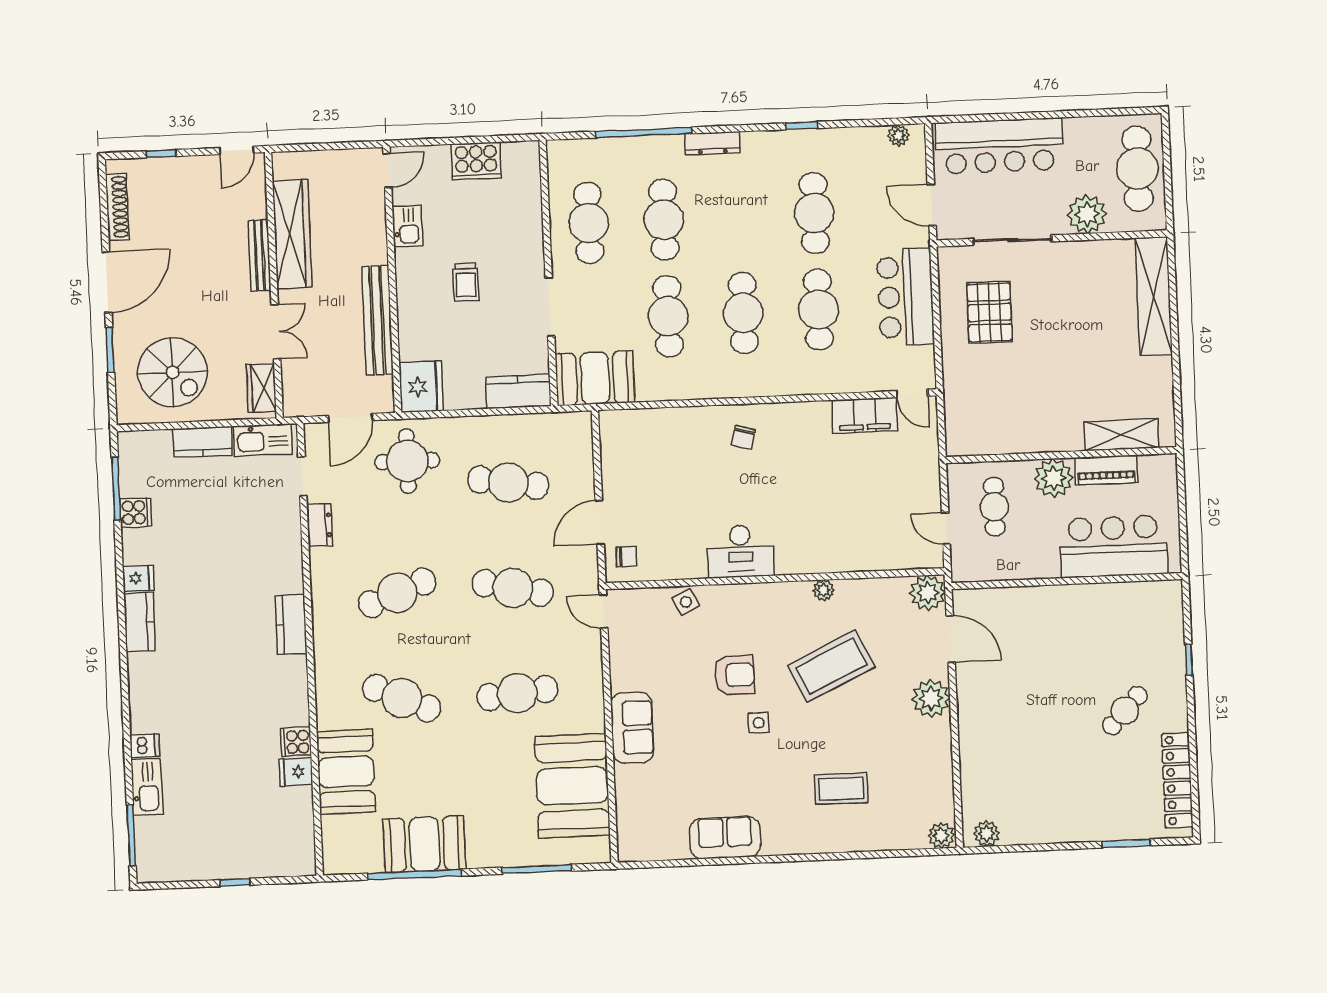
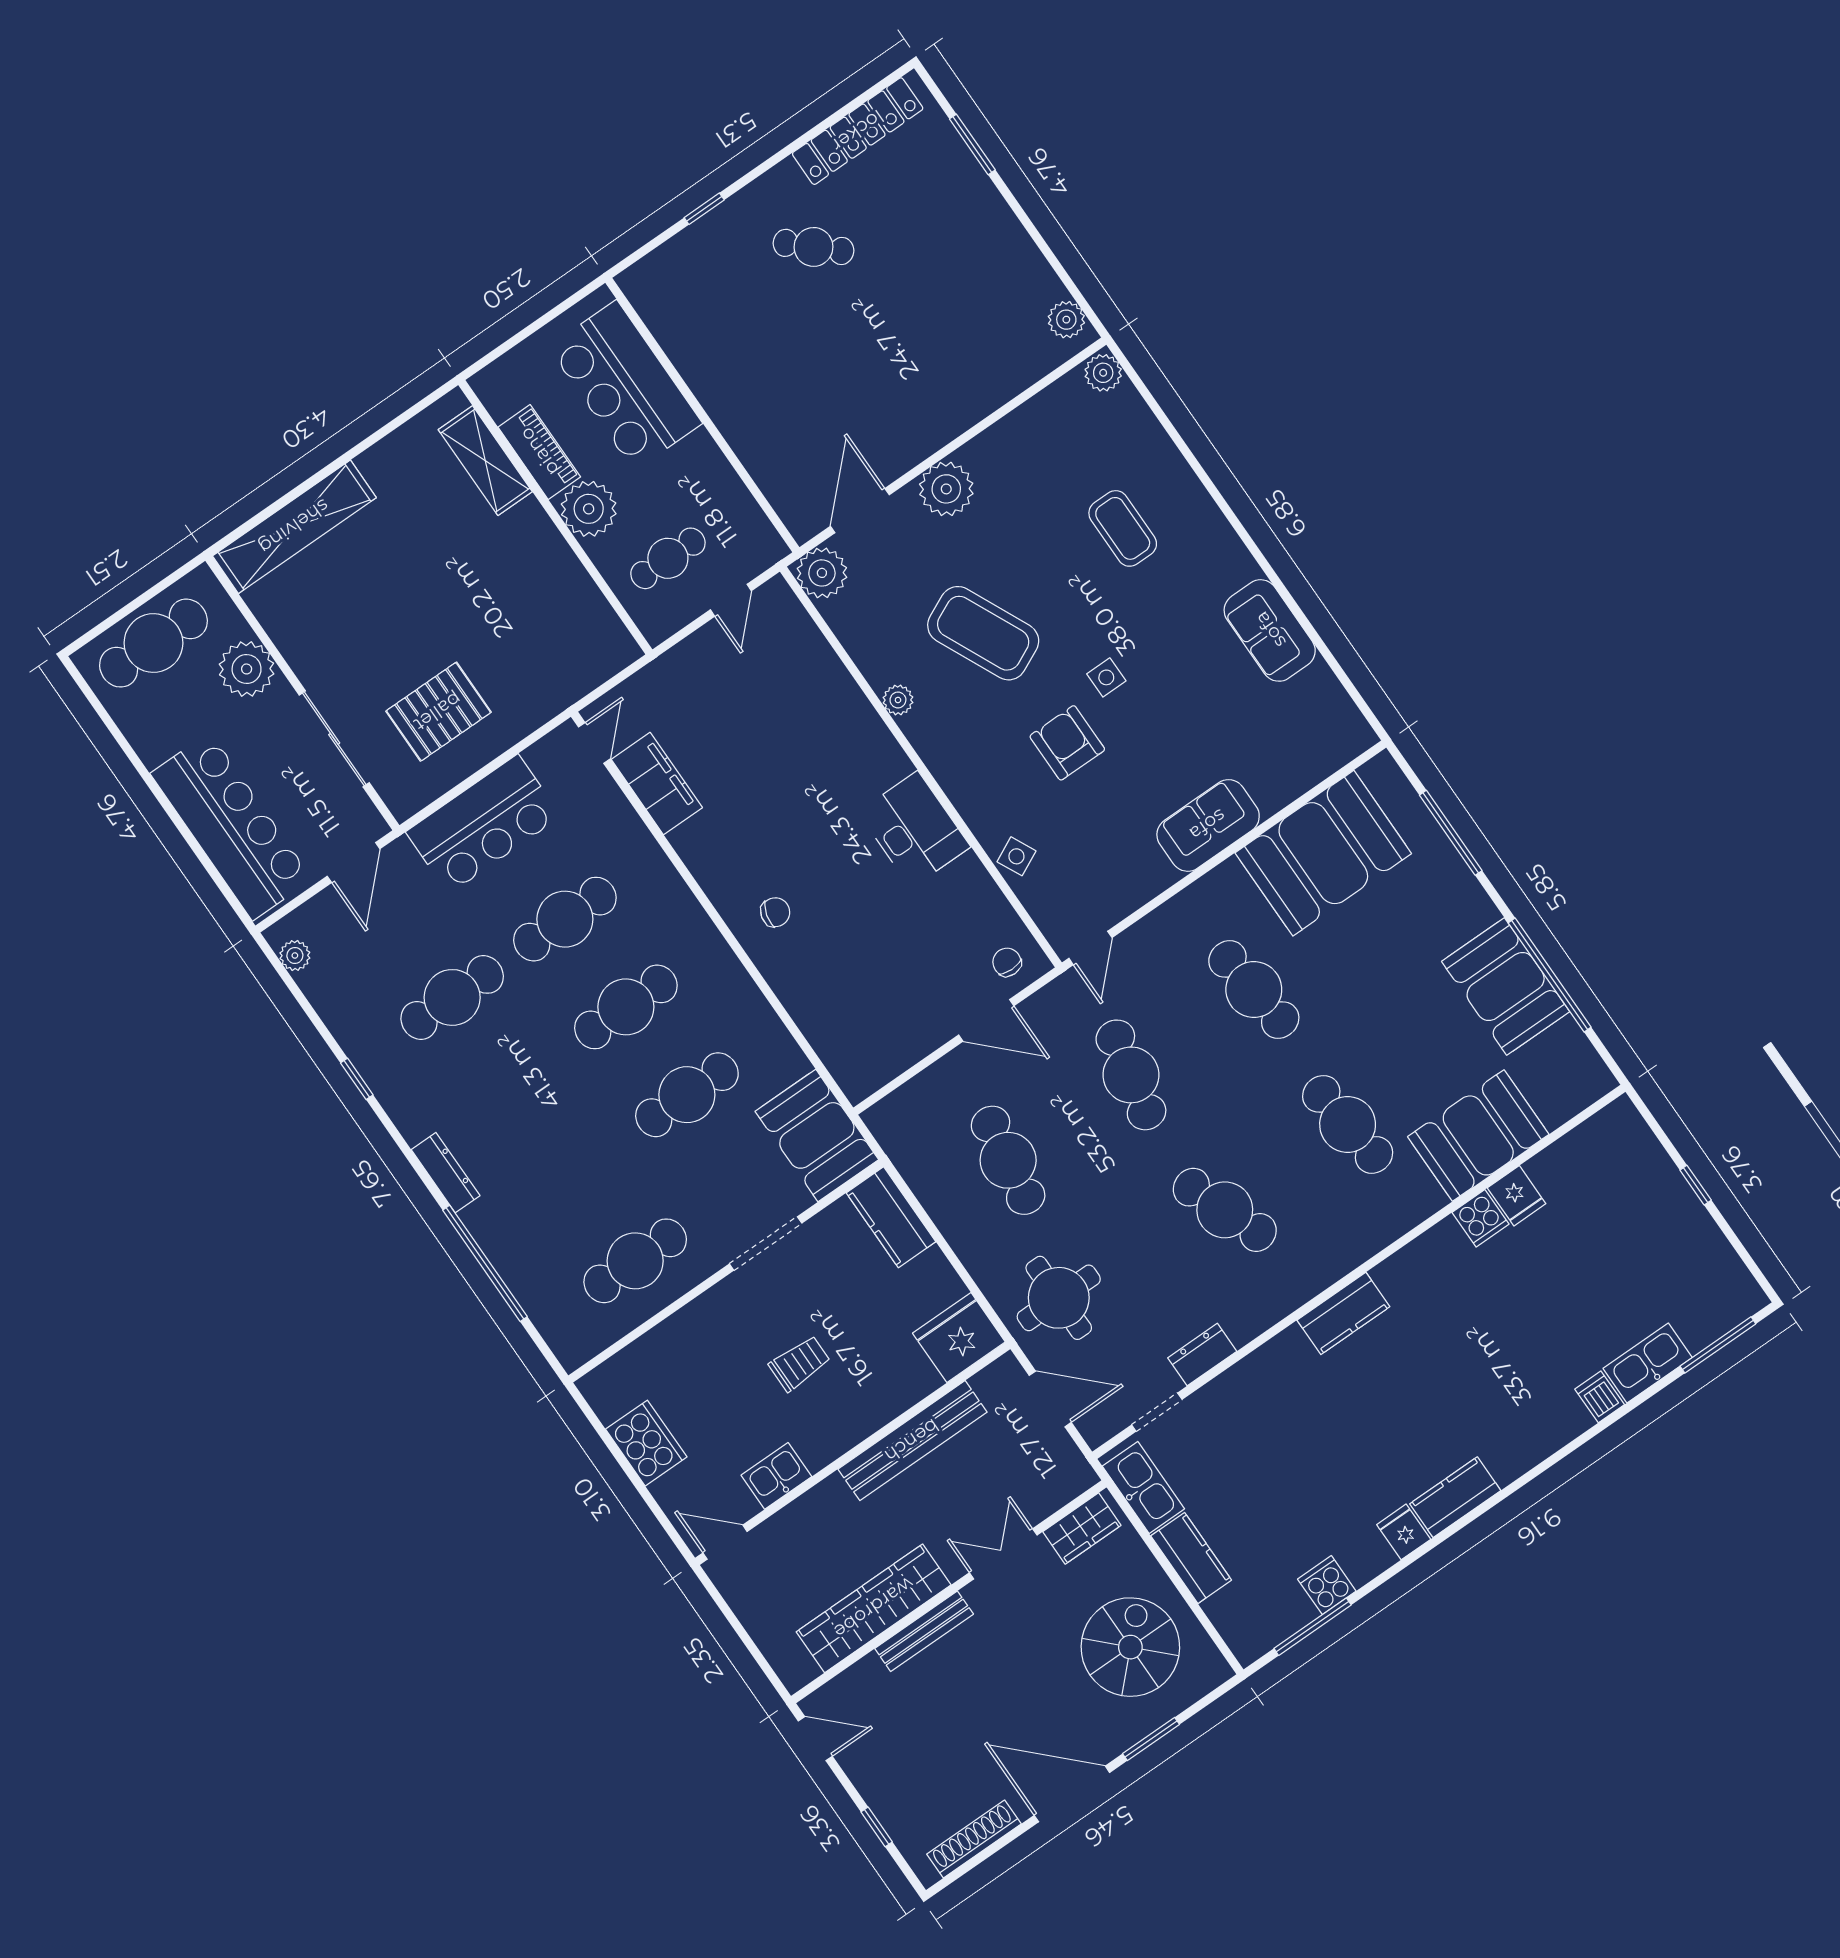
cafe table: (664, 220) -> (574, 1173), removed
cafe table: (402, 698) -> (1348, 1124), turned -30

